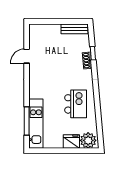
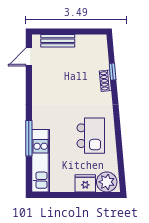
bench: (75, 29) -> (58, 41), moved
door: (27, 56) -> (29, 57), moved
window: (27, 121) -> (29, 138), moved

